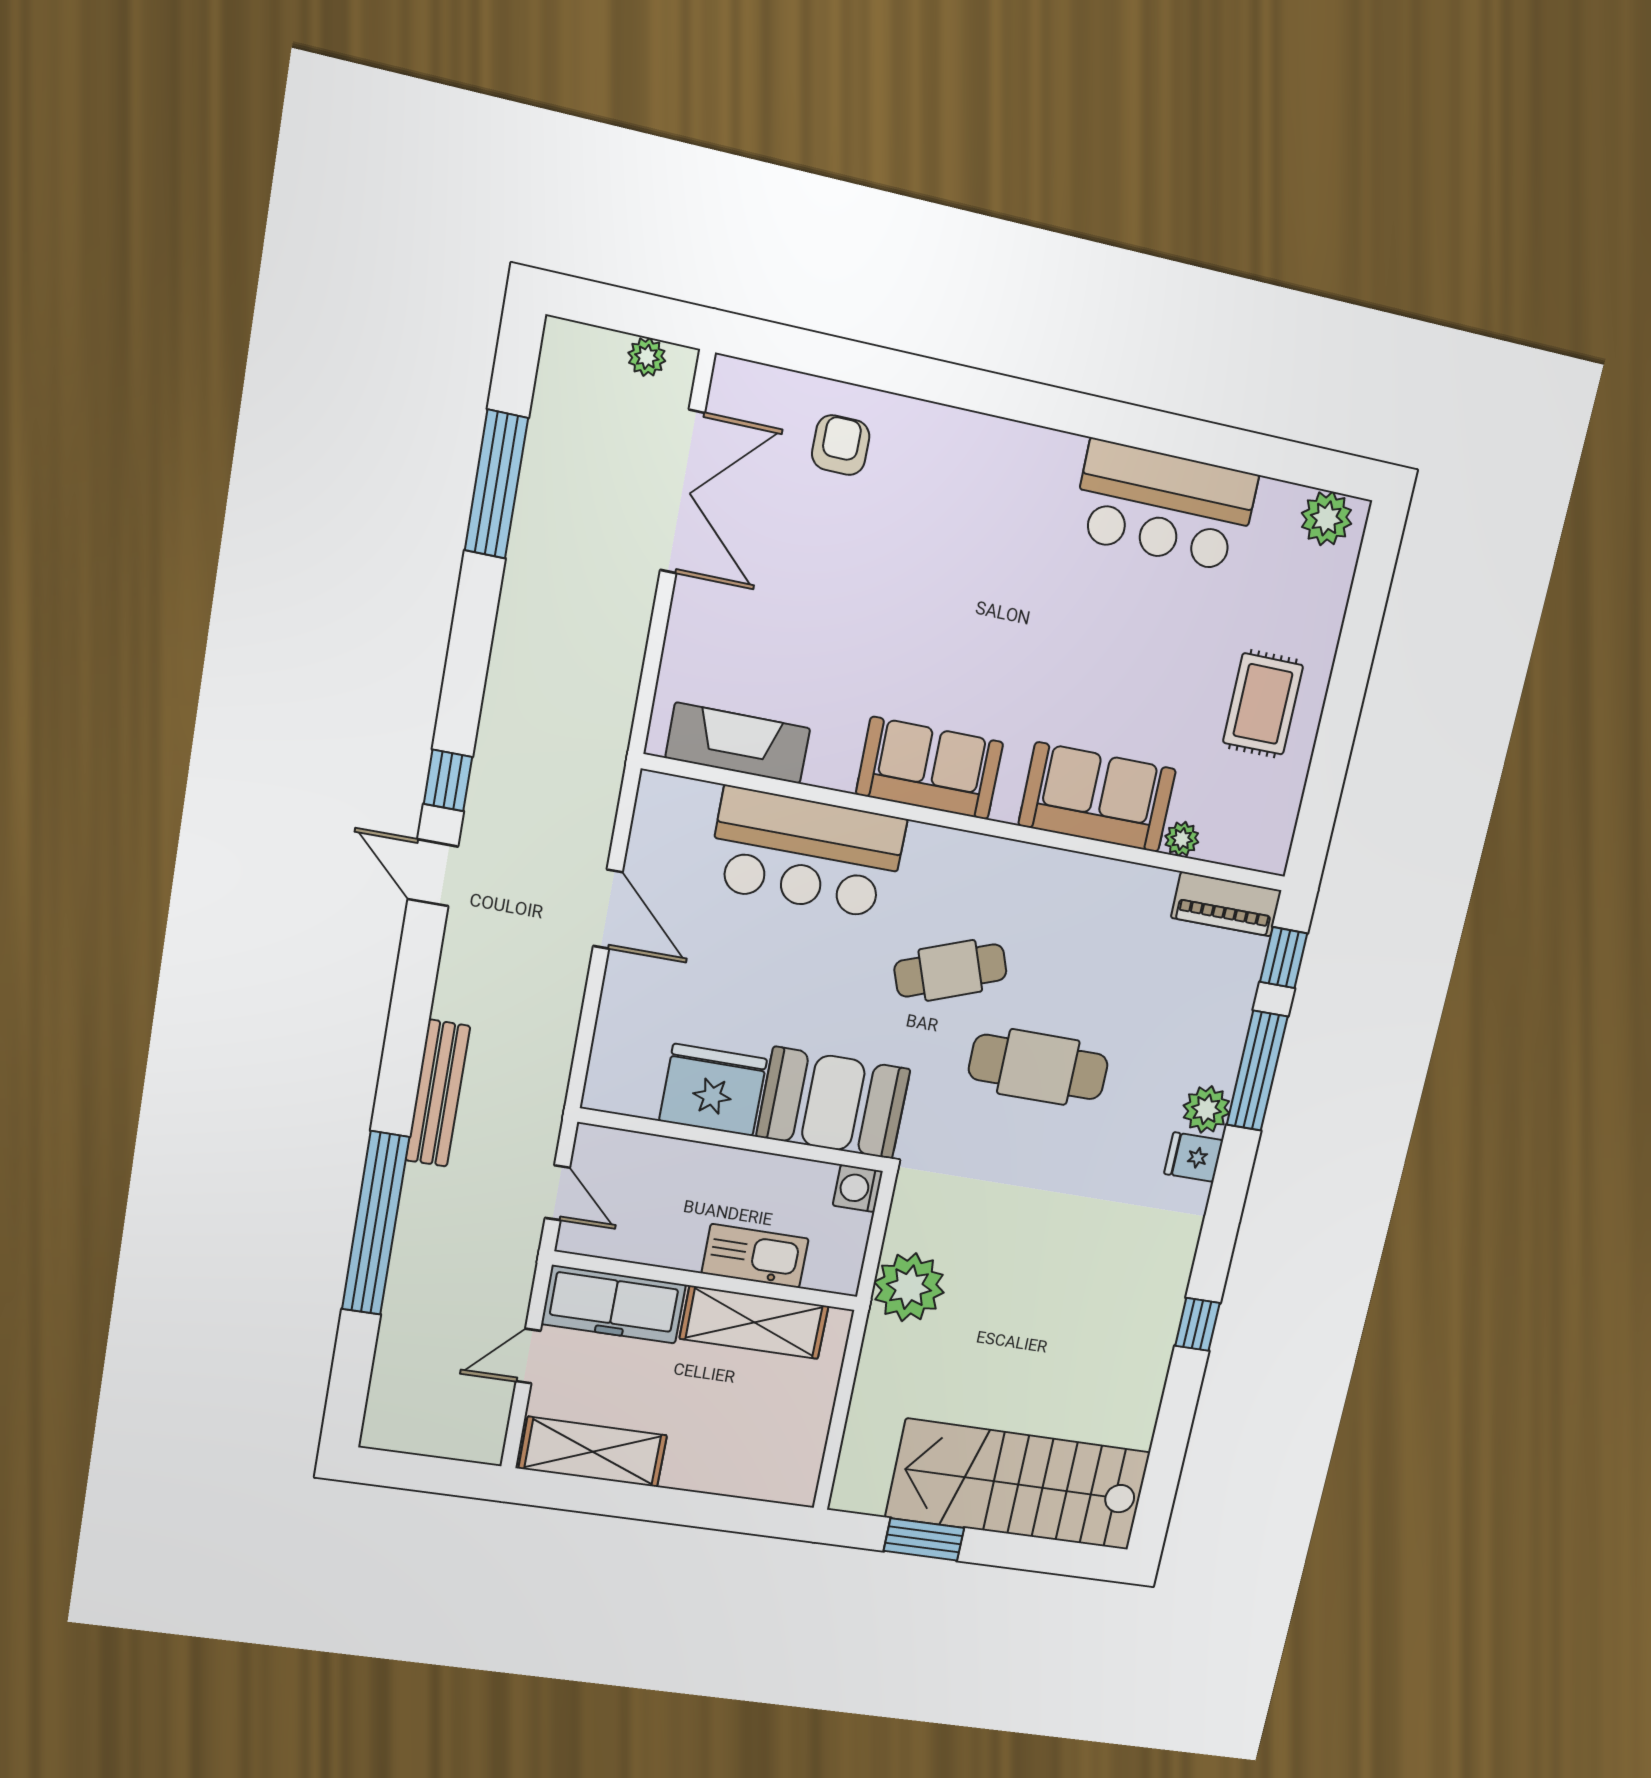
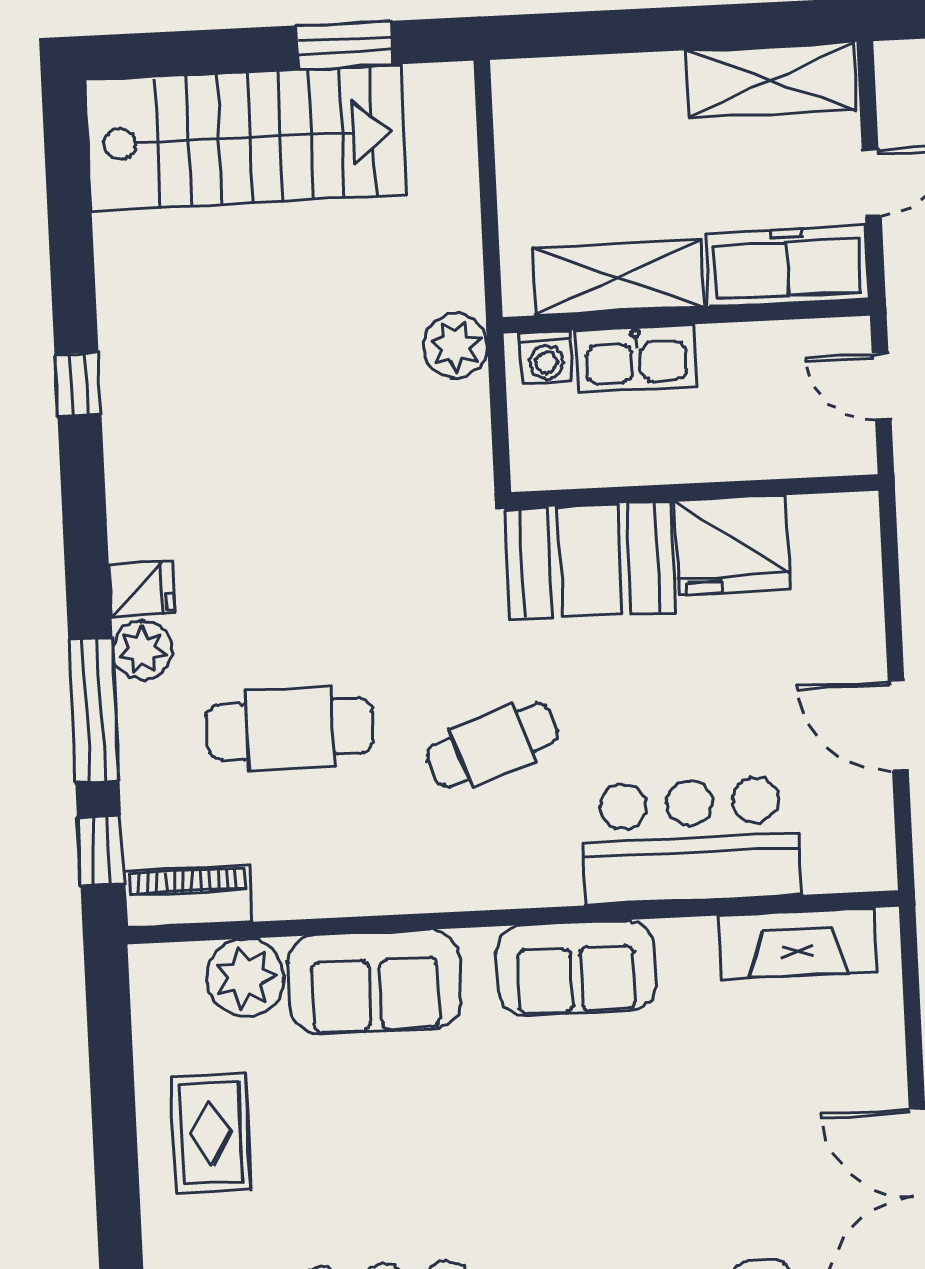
plant: (1182, 839) -> (245, 978), width x1.87, depth x1.87
cafe table: (1038, 1067) -> (290, 729), moved
washing machine: (858, 1188) -> (547, 357), moved, turned 90
plant: (909, 1287) -> (455, 346), width x0.73, depth x0.73

